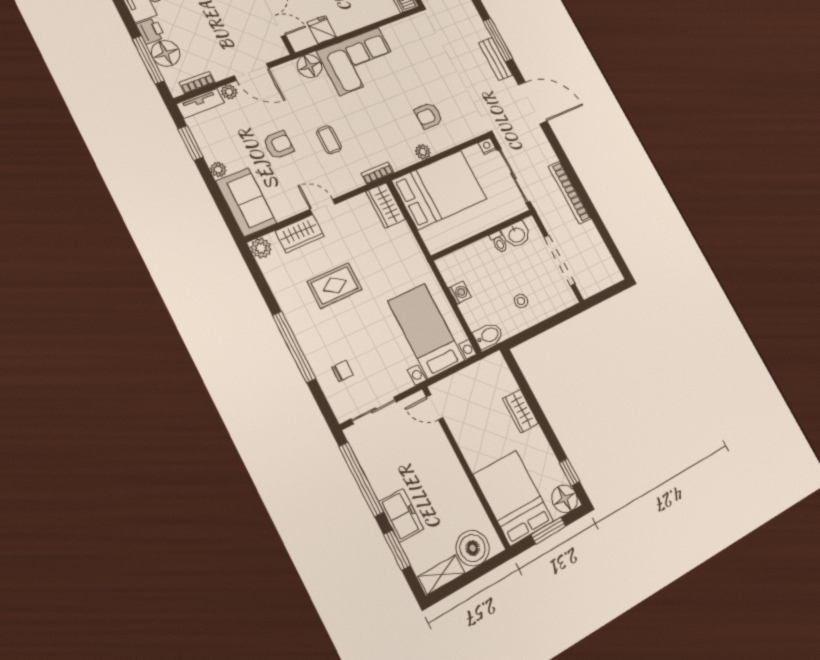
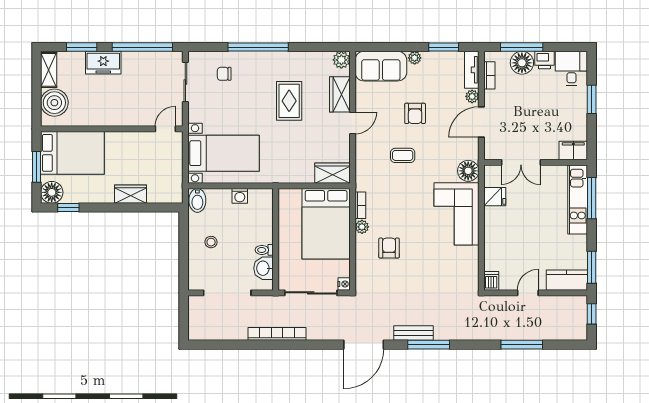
bookcase: (377, 173) -> (360, 205), moved
chair: (343, 371) -> (224, 74), turned 90

